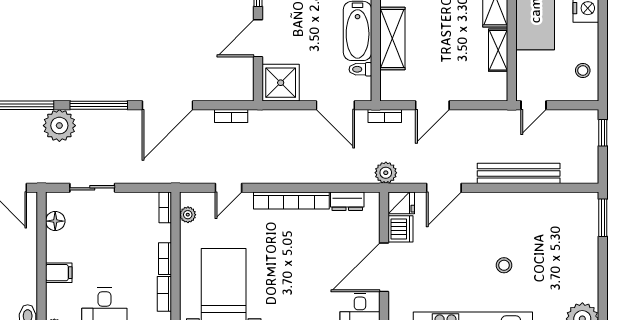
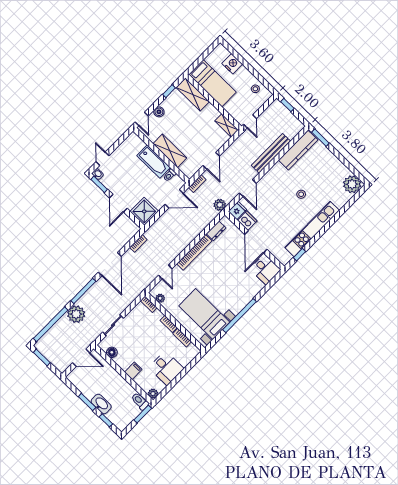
shelving: (498, 50) -> (227, 125), moved
kitchen counter: (558, 205) -> (298, 150), added

